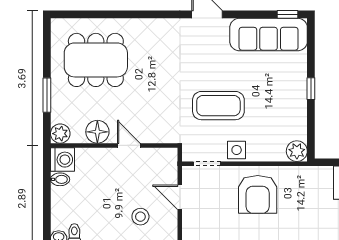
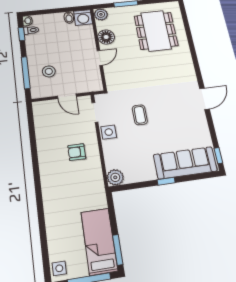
sofa: (269, 34) -> (185, 163), moved, turned 90
coffee table: (218, 106) -> (140, 115), width x0.54, depth x0.58
armchair: (258, 194) -> (77, 152), width x0.53, depth x0.53
door: (180, 197) -> (67, 96), swing flipped

